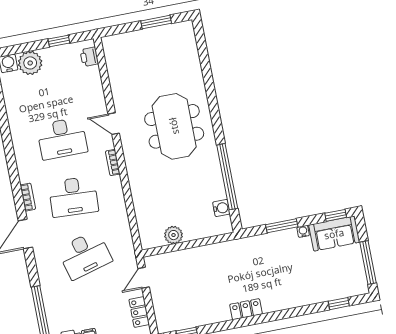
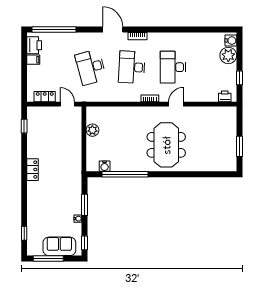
meeting table: (174, 126) -> (166, 145), turned 90
sofa: (334, 234) -> (59, 246), moved, turned 90

